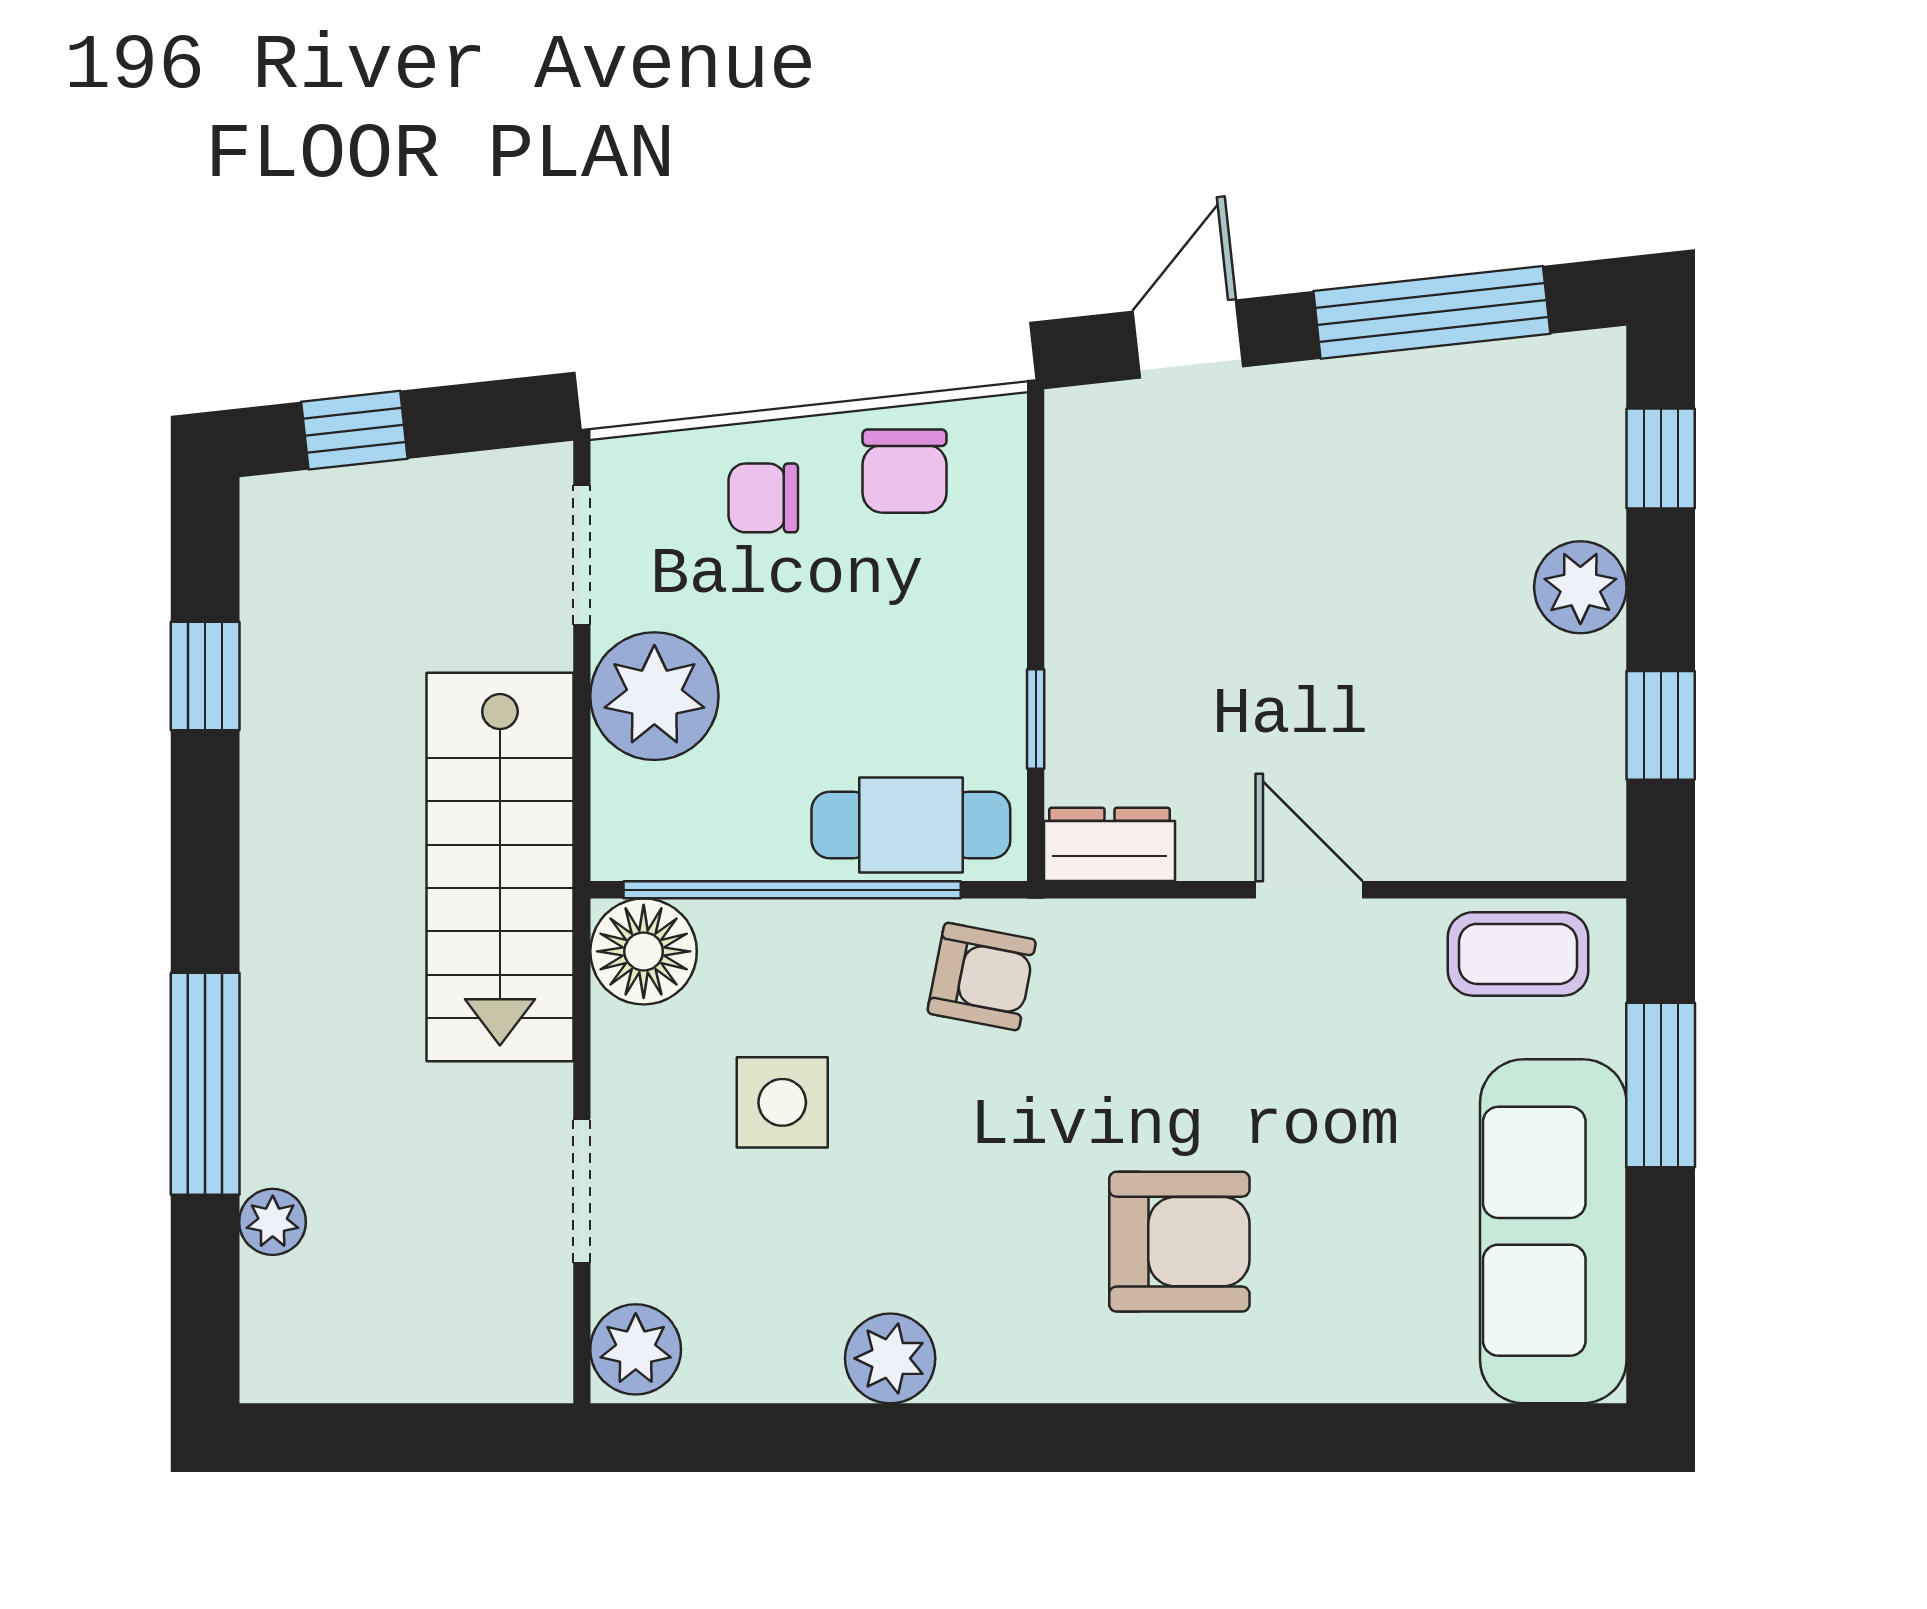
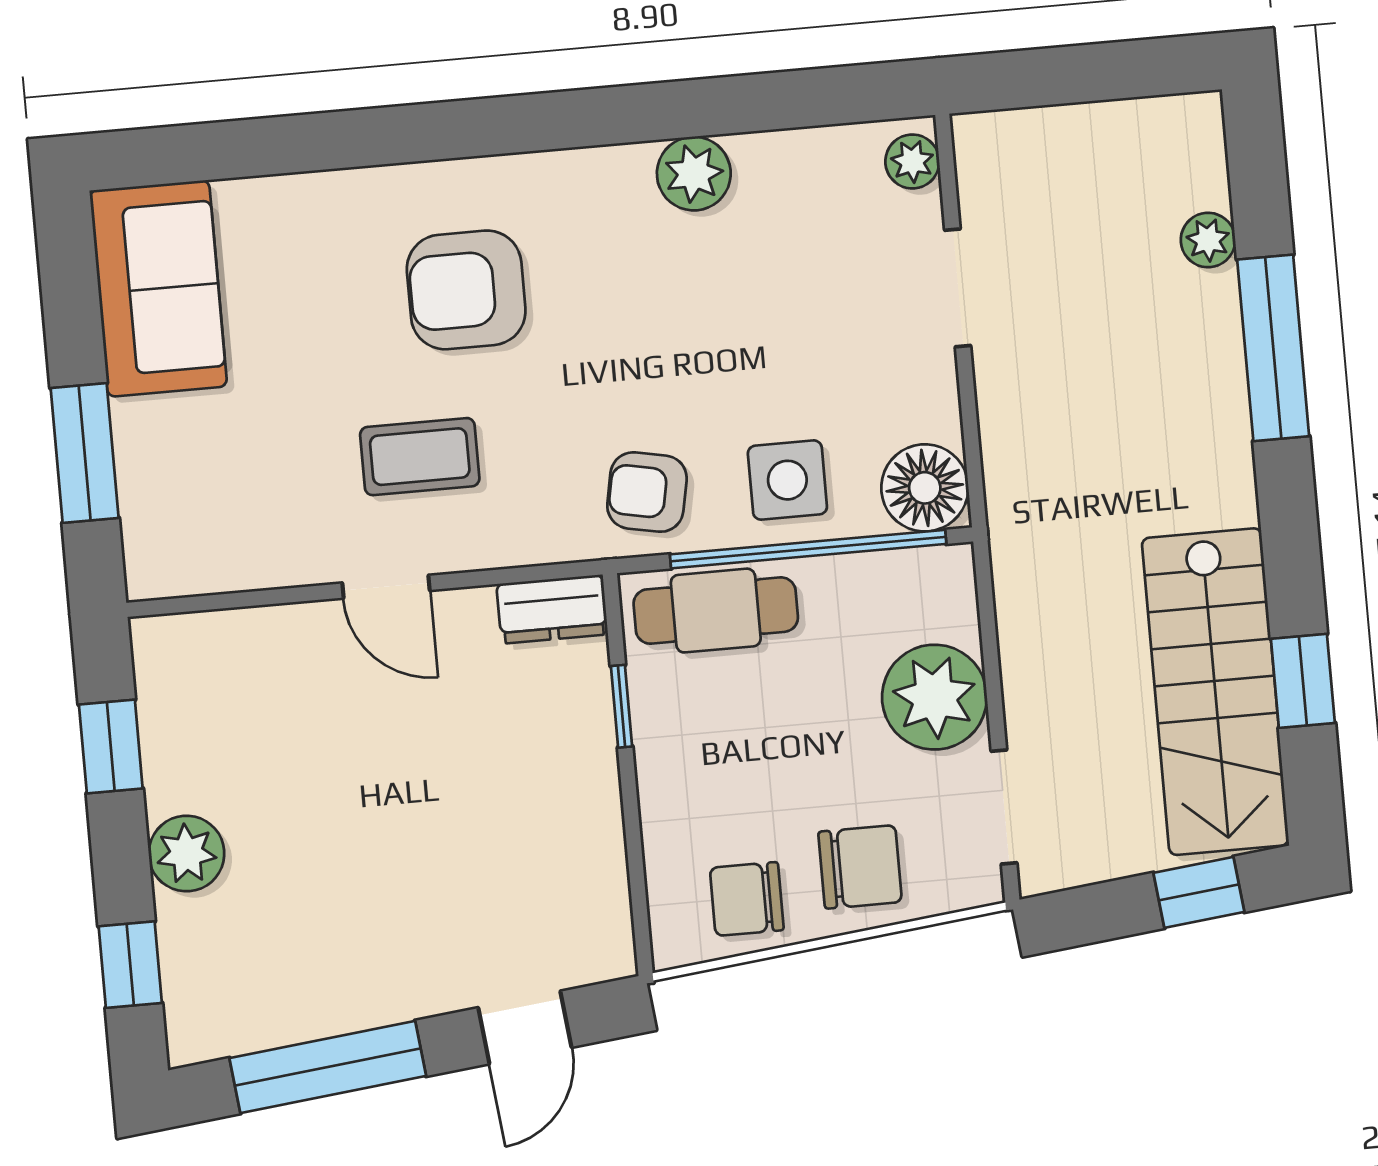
chair: (904, 471) -> (747, 899), turned -90
chair: (763, 498) -> (860, 867), width x1.37, depth x1.37
stairs: (500, 867) -> (1215, 692), moved, turned 180
coffee table: (1518, 954) -> (420, 457), moved
side table: (782, 1102) -> (787, 480), moved
sofa: (1553, 1231) -> (158, 288), width x0.73
plant: (636, 1349) -> (912, 161), width x0.73, depth x0.73

